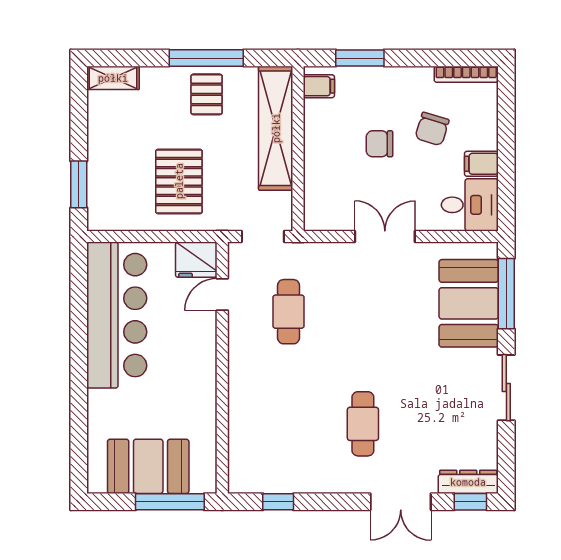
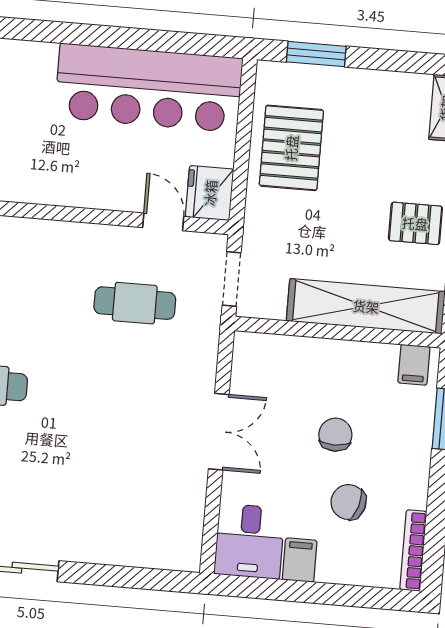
pallet: (179, 181) -> (291, 148), moved, turned 90
window: (506, 294) -> (135, 578), removed
booth: (469, 303) -> (126, 530), removed

